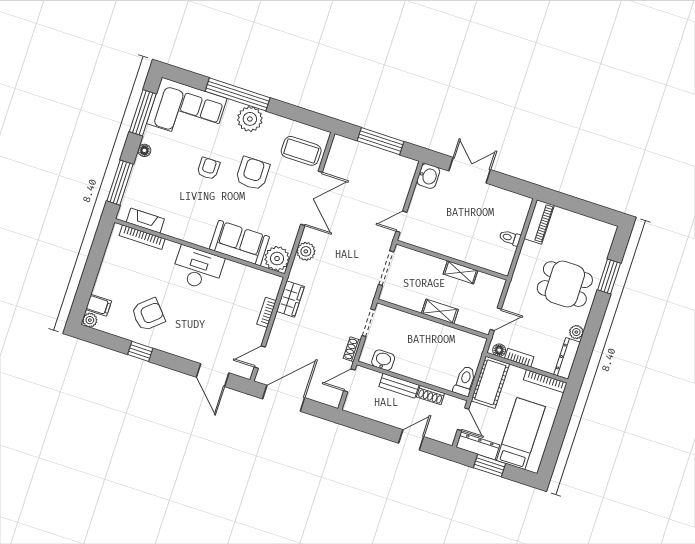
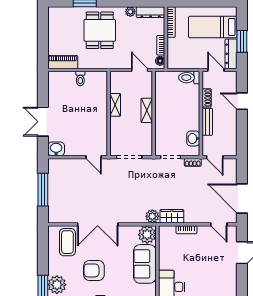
double door: (312, 198) -> (98, 224), swing flipped
plant: (306, 251) -> (152, 216), moved
cot: (490, 382) -> (184, 60), removed
door: (463, 419) -> (216, 70), hinge flipped

